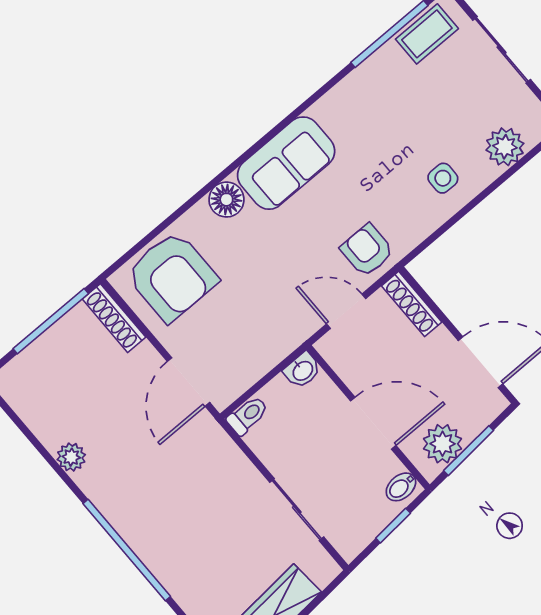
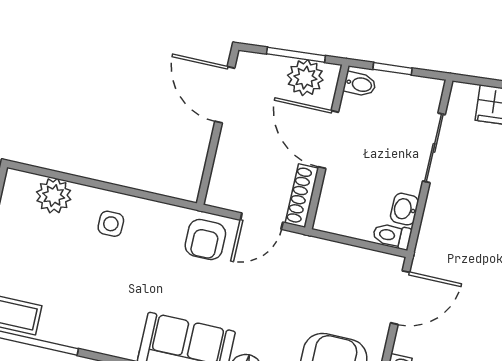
shoe rack: (412, 304) -> (302, 196), moved, turned 180
door: (346, 311) -> (262, 221), hinge flipped
washbasin: (302, 370) -> (404, 209), moved, turned -90

